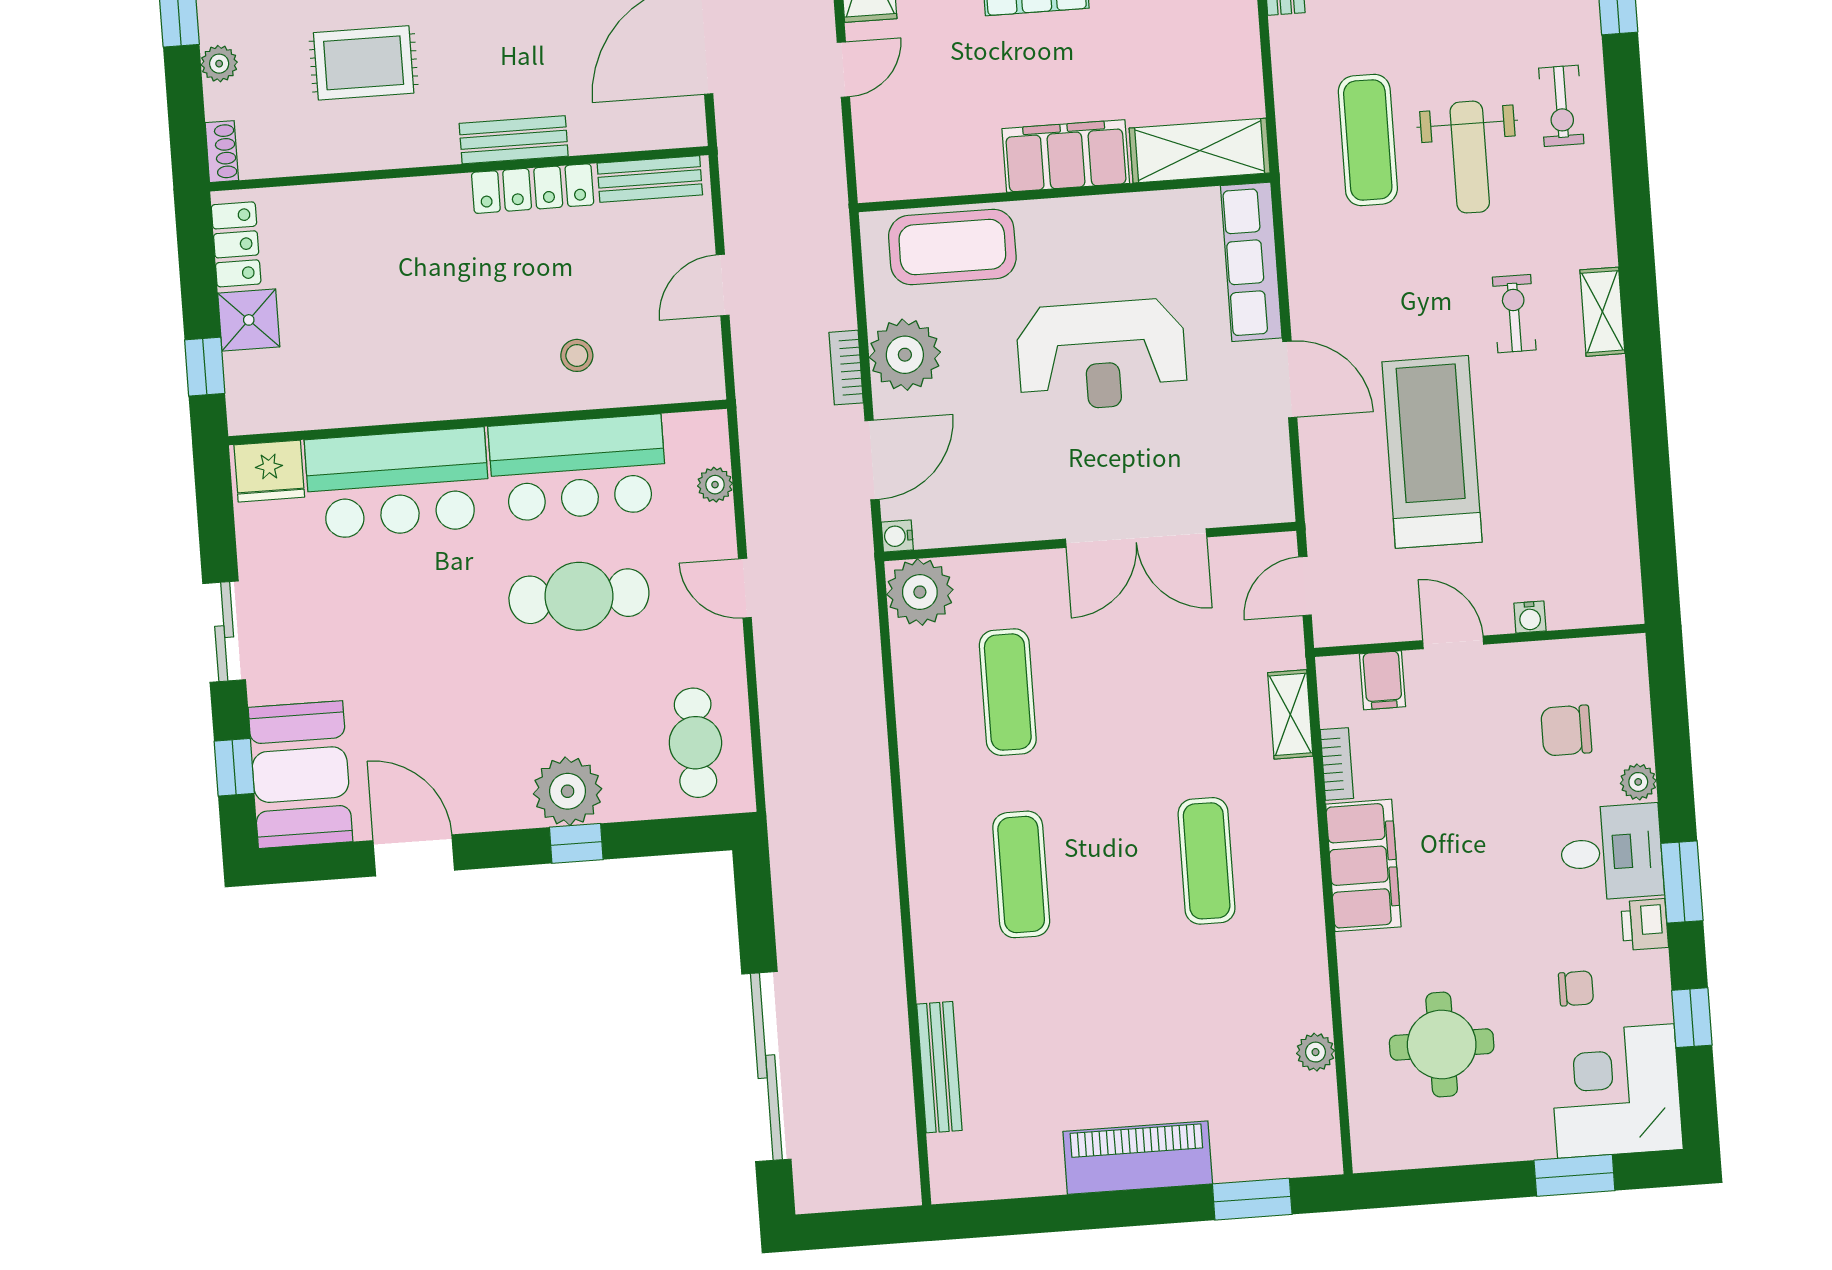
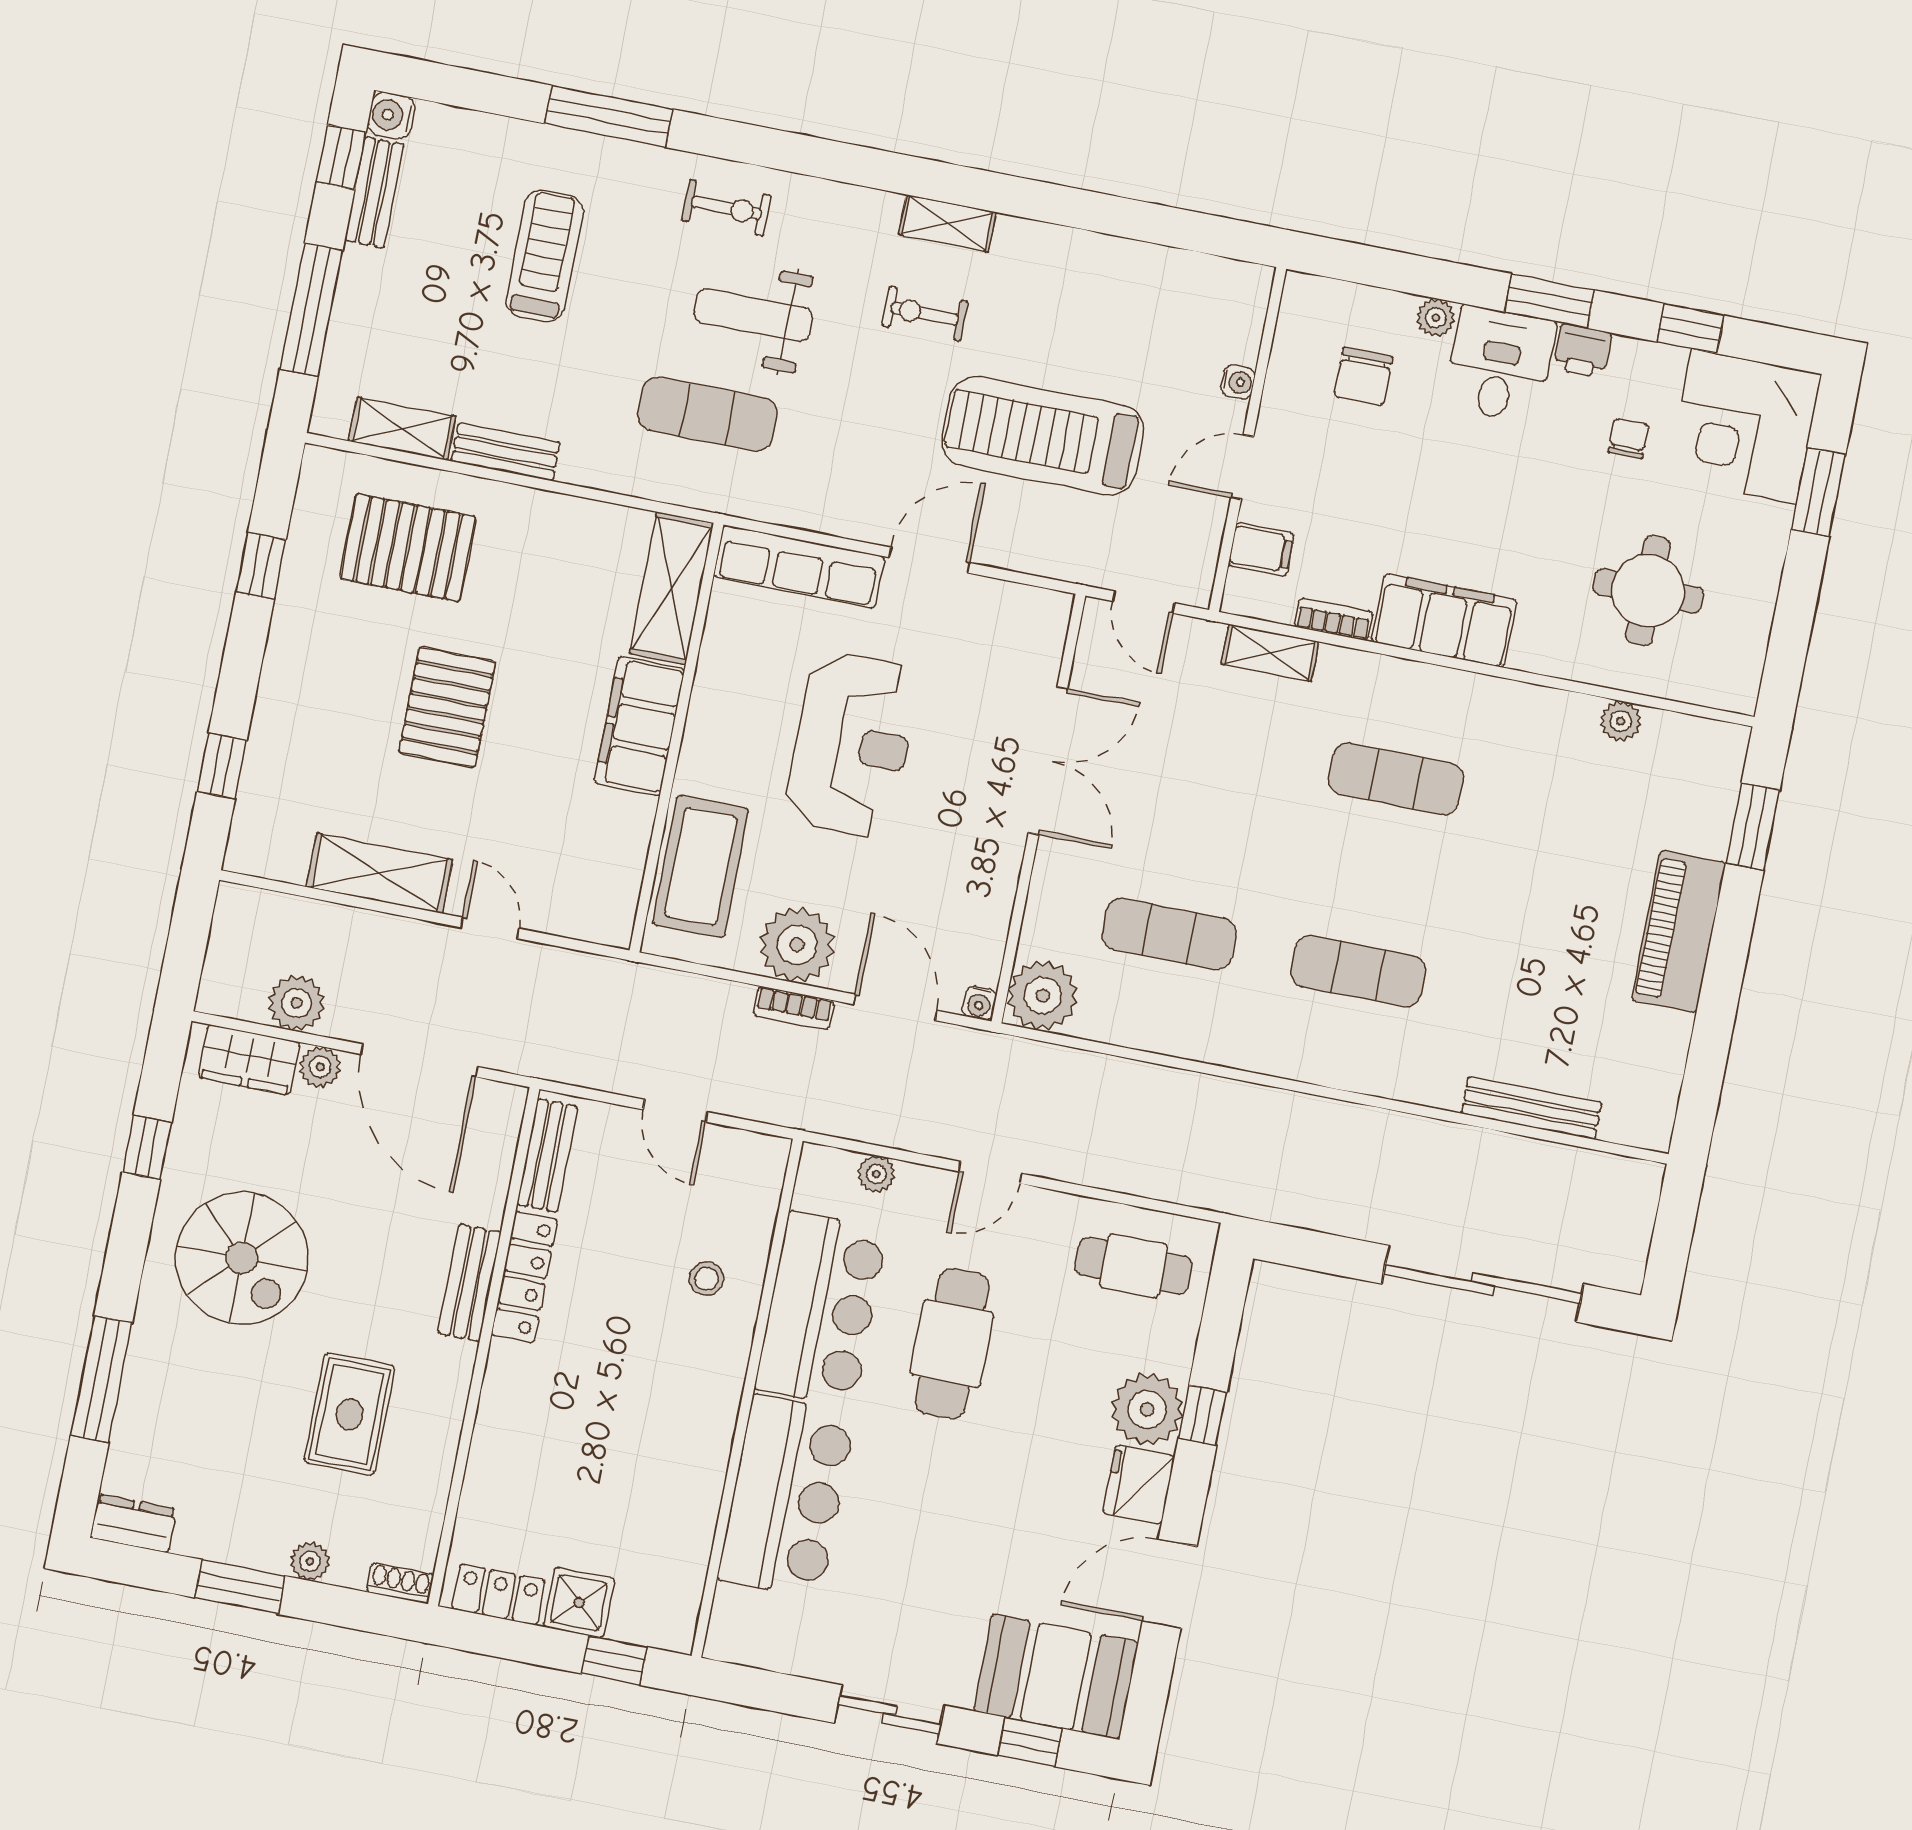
weight bench: (1470, 157) -> (753, 315), turned 180
fridge: (269, 471) -> (1139, 1485), moved, turned 180

